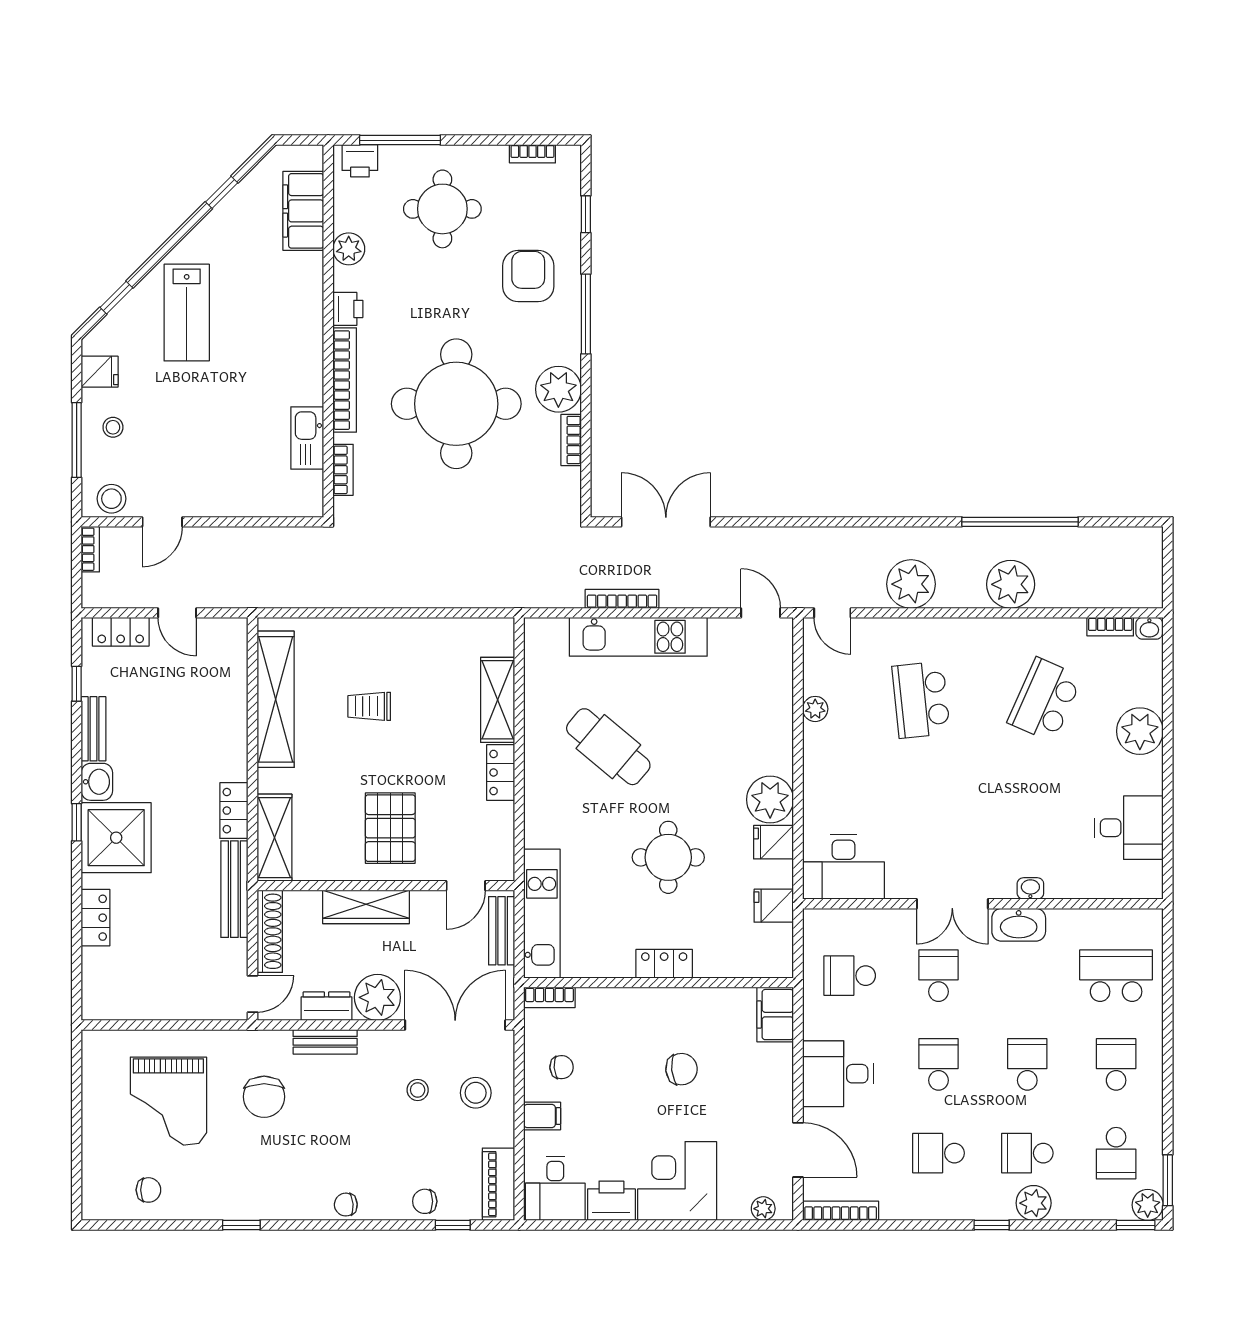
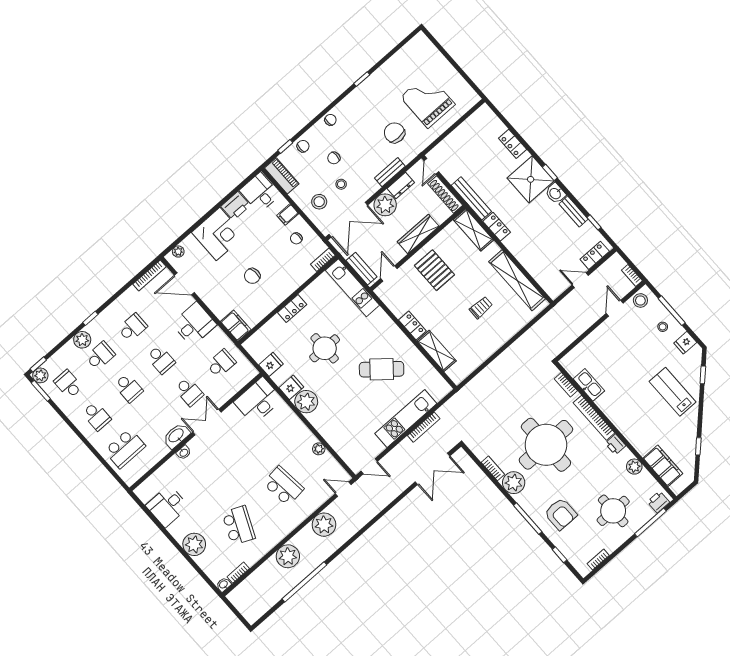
chair: (148, 1190) -> (334, 158), moved

